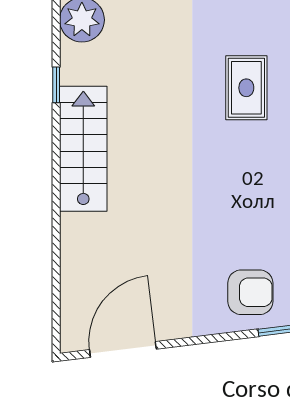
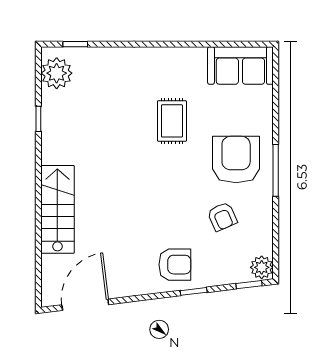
stairs: (83, 149) -> (57, 209), moved

